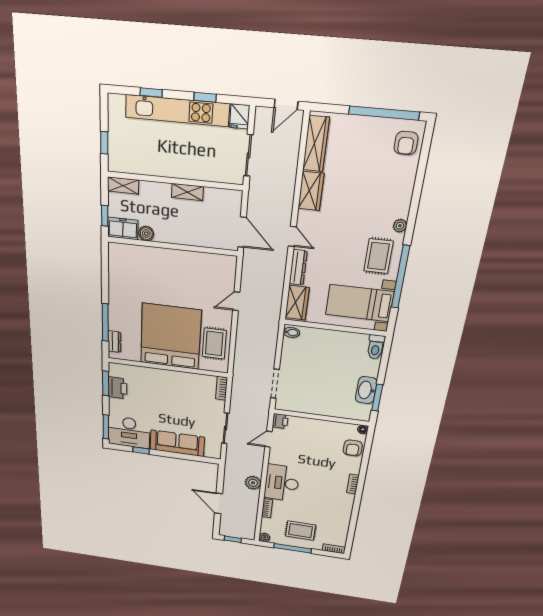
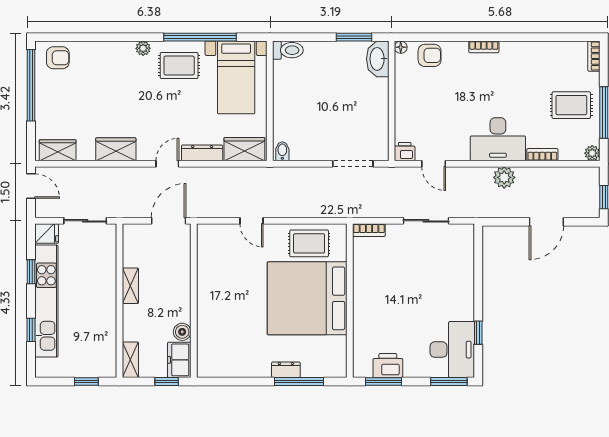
wardrobe: (316, 144) -> (58, 150), width x0.67
dresser: (114, 342) -> (286, 370), moved
washbasin: (366, 390) -> (378, 59), moved, turned 90
sofa: (177, 443) -> (459, 284), removed
rug: (301, 531) -> (571, 105), turned 90

